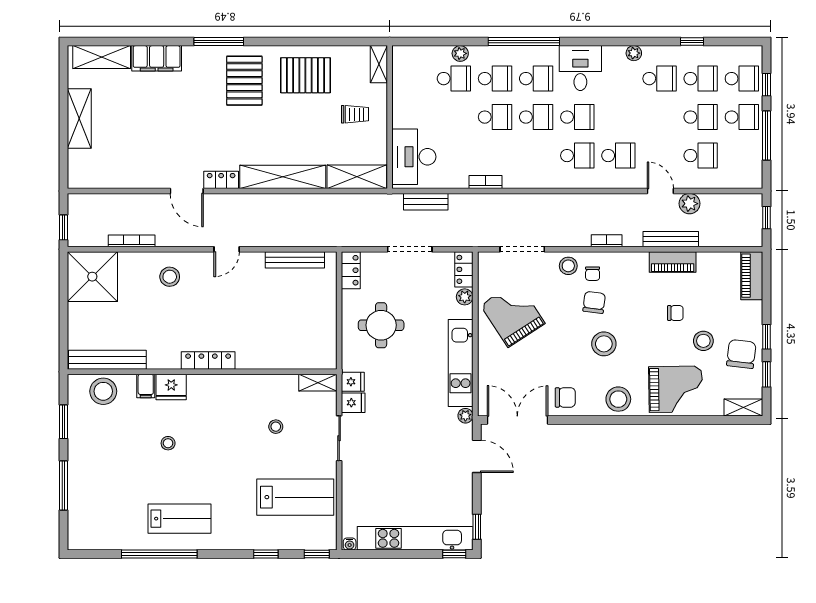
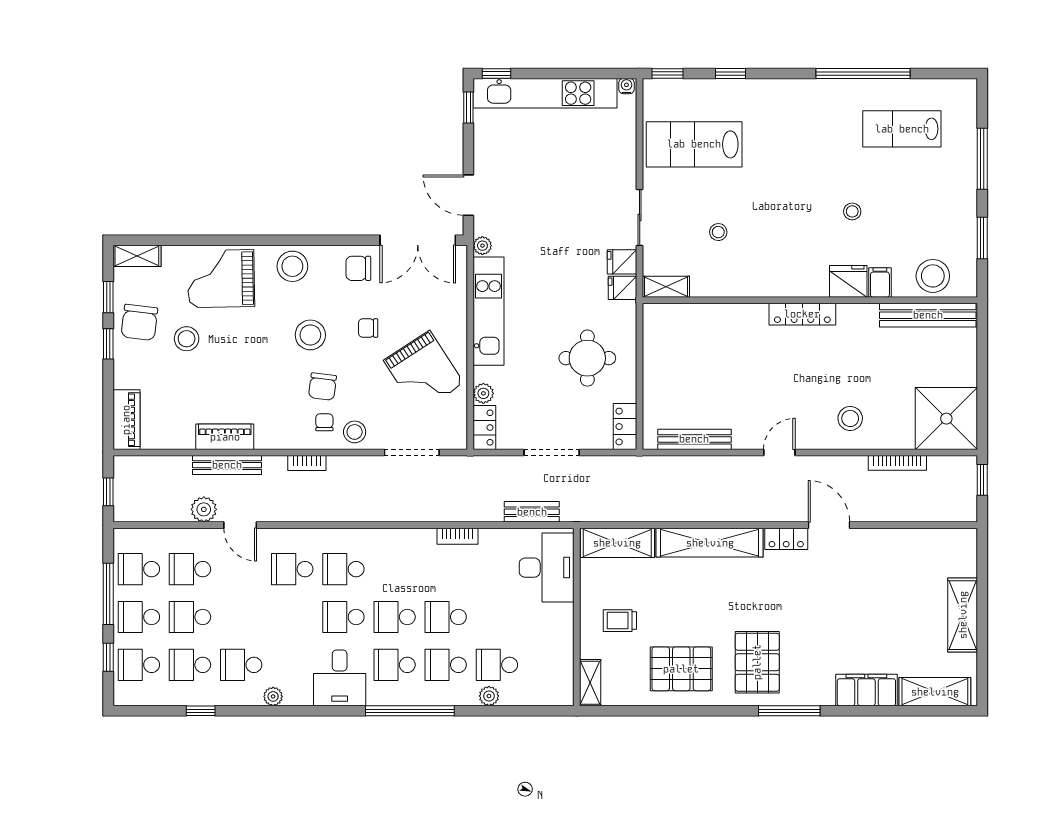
school desk: (742, 156) -> (139, 569), added
chair: (675, 313) -> (368, 328), moved
lab bench: (179, 519) -> (902, 129), moved

